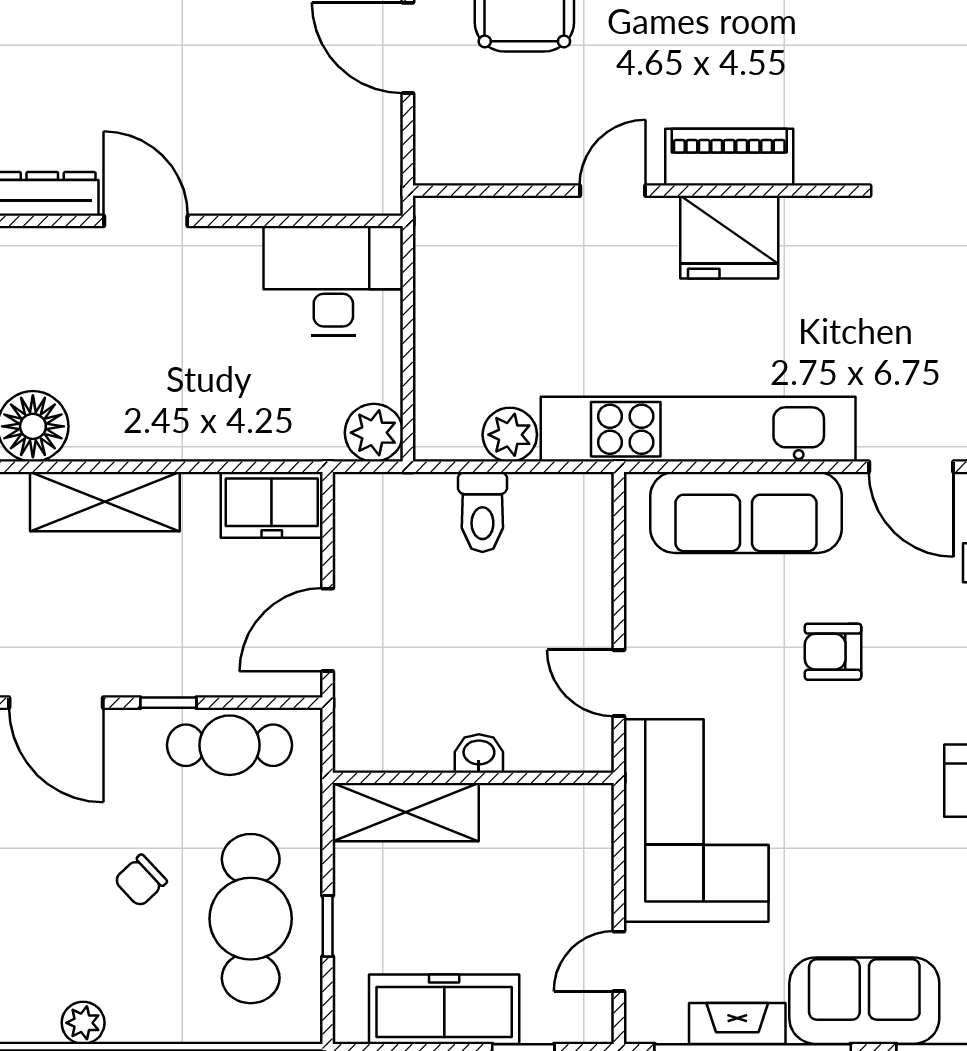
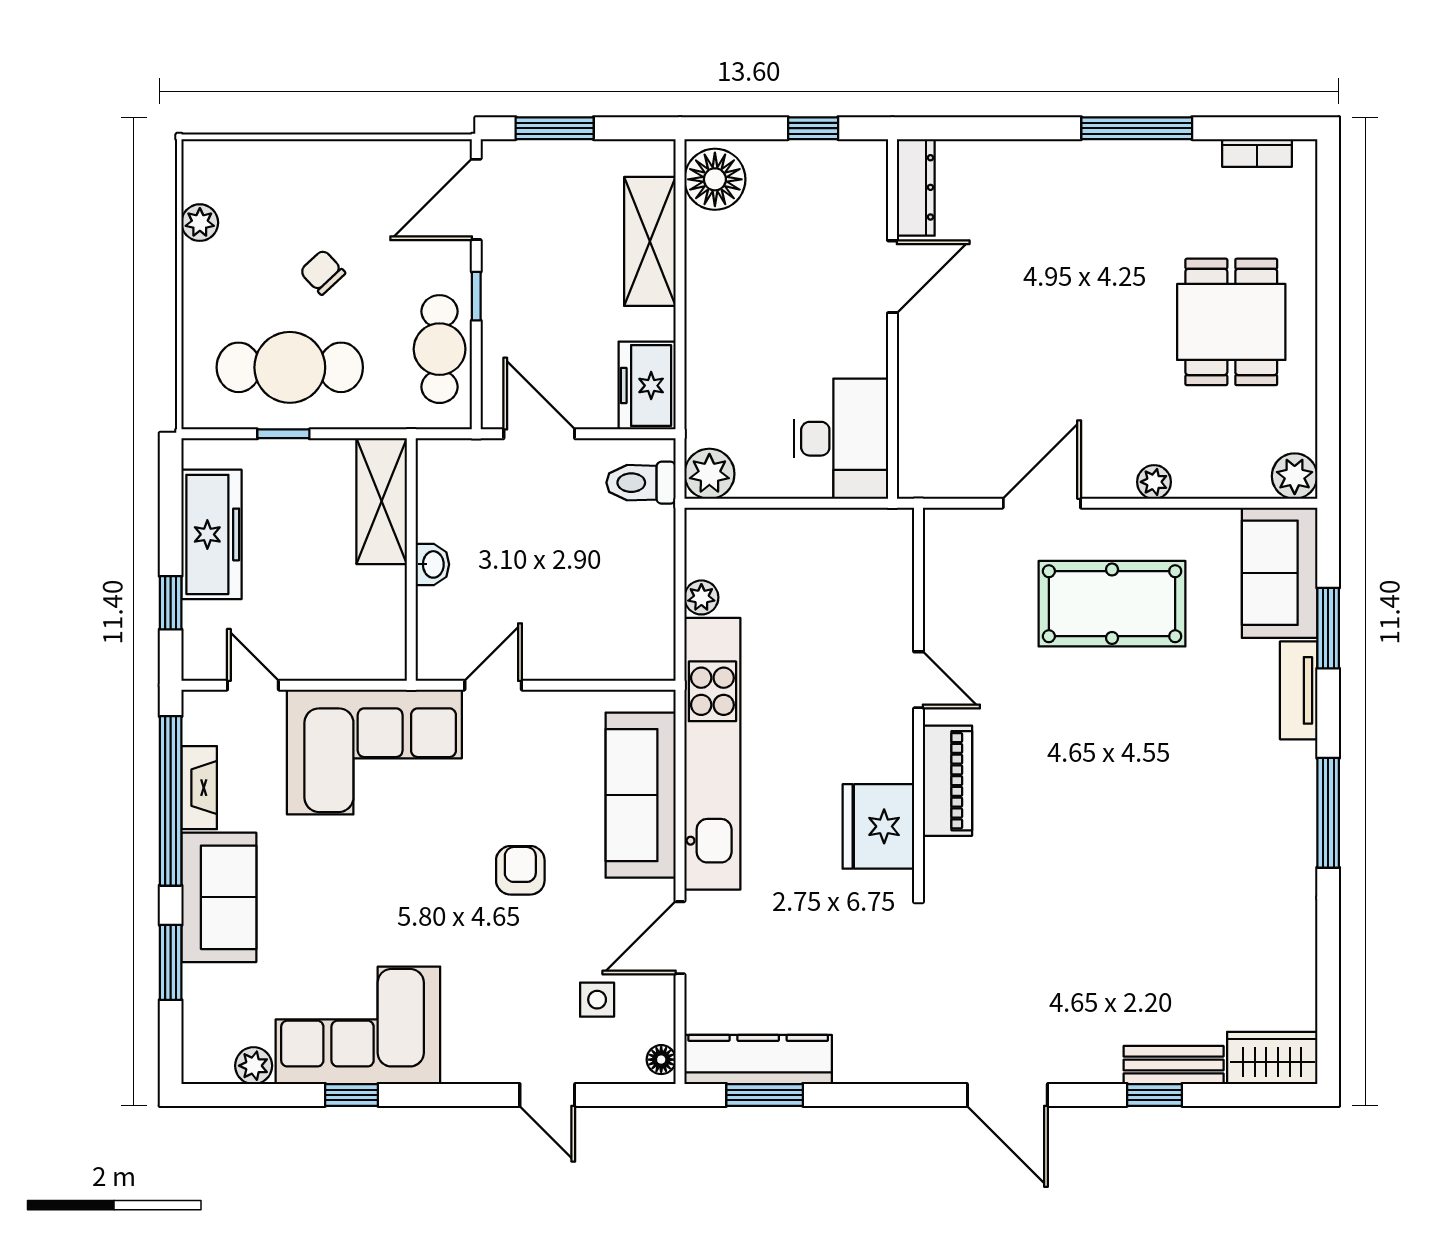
fridge: (729, 237) -> (878, 826), moved
plant: (510, 435) -> (701, 597), width x0.73, depth x0.73
toilet: (482, 512) -> (641, 483), moved

